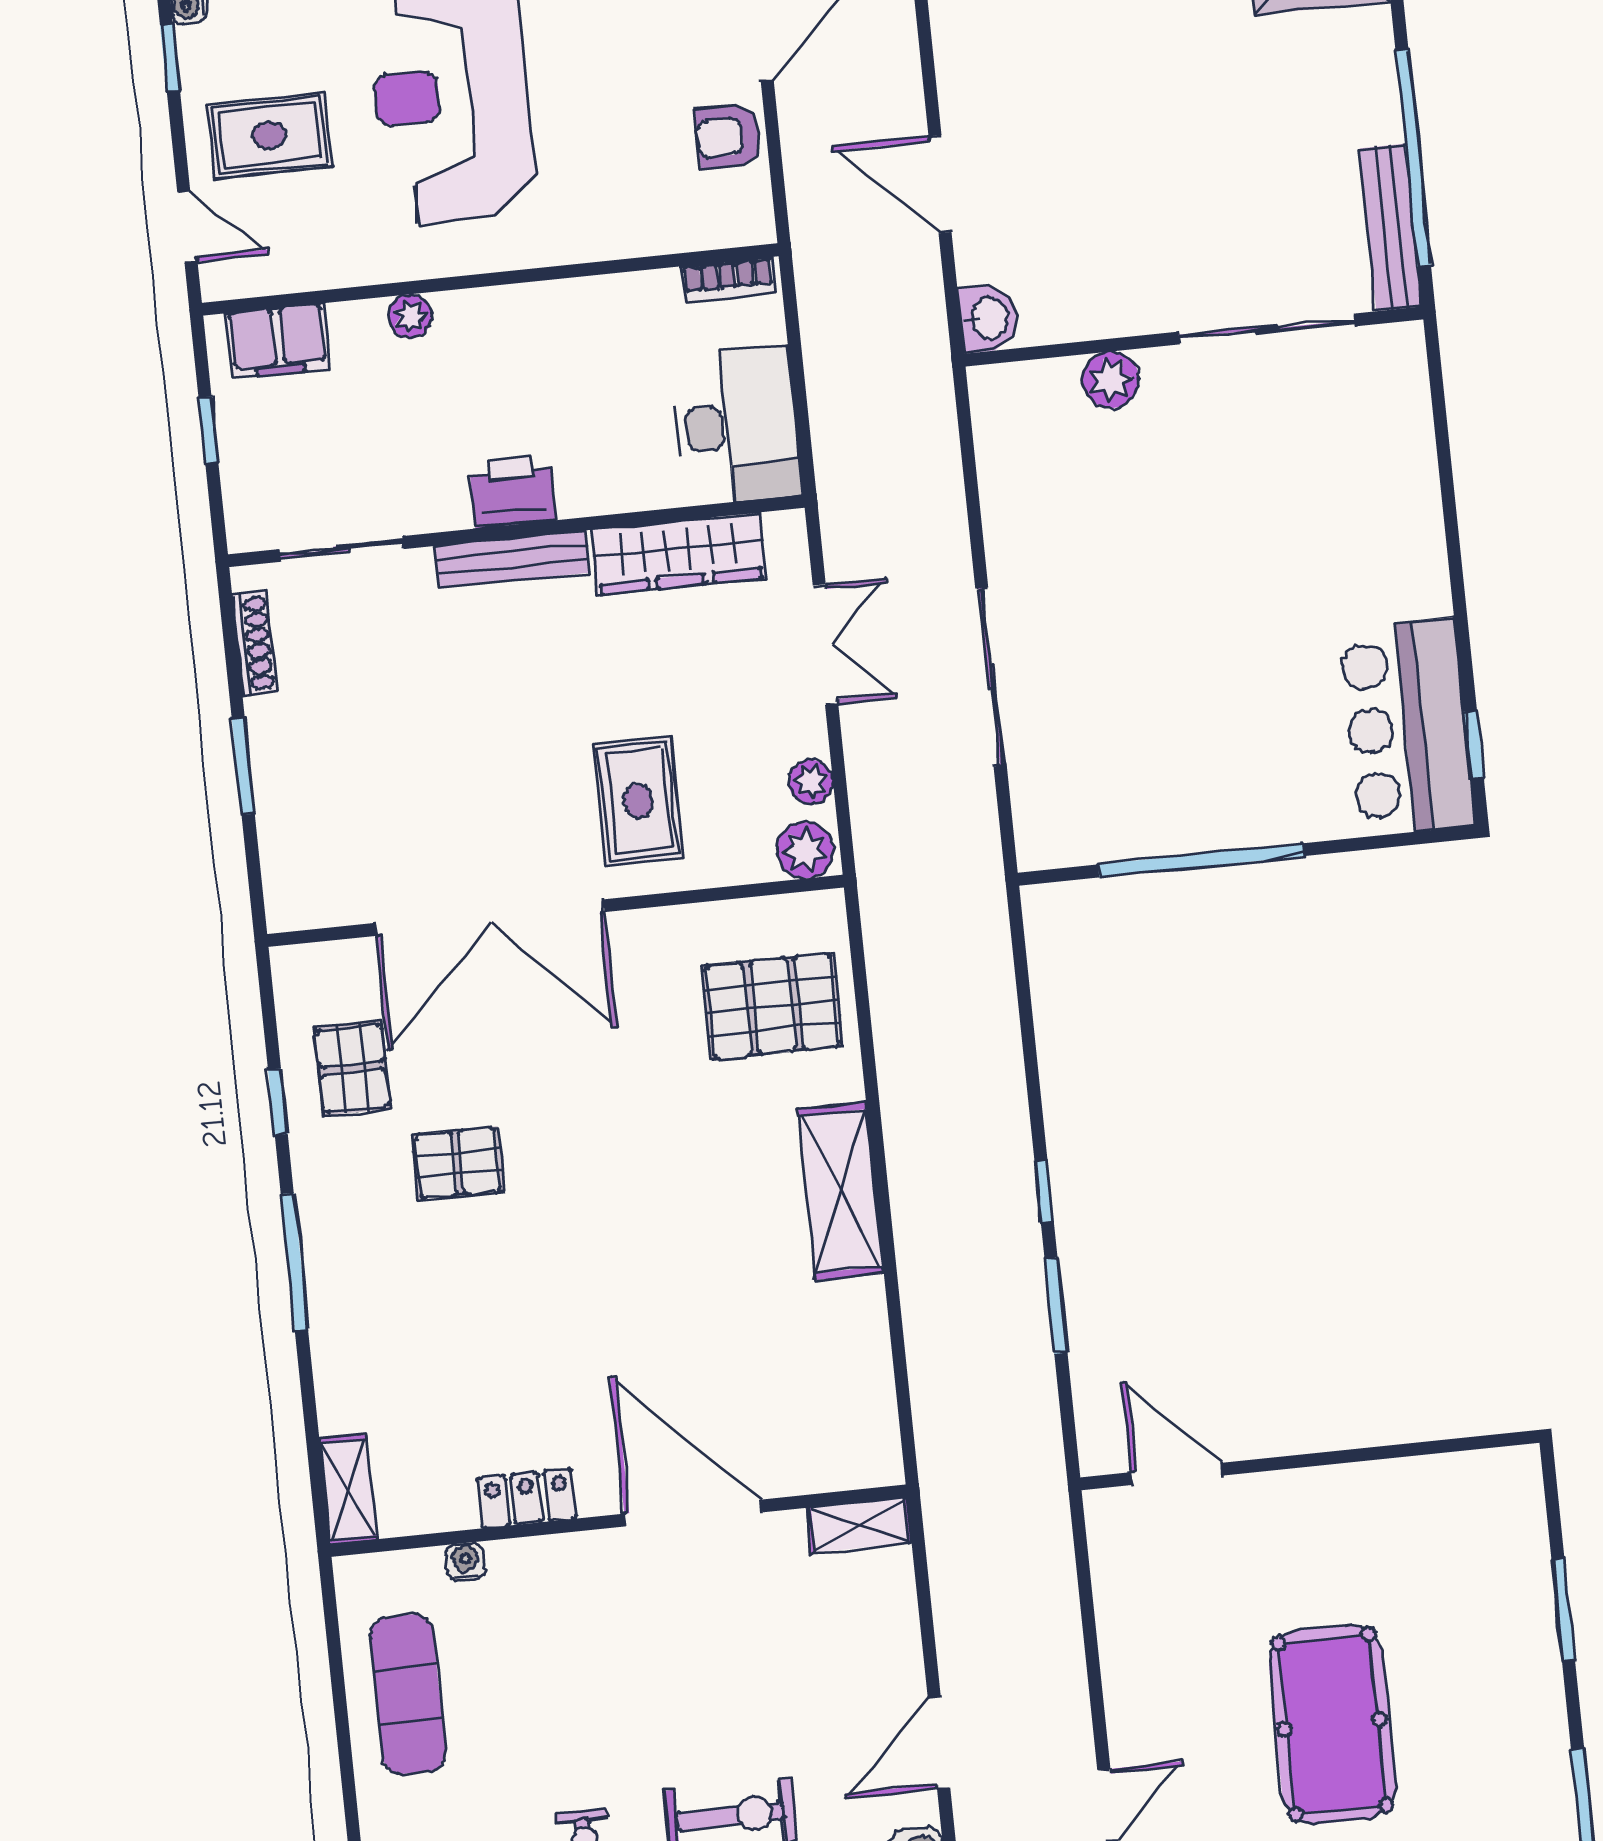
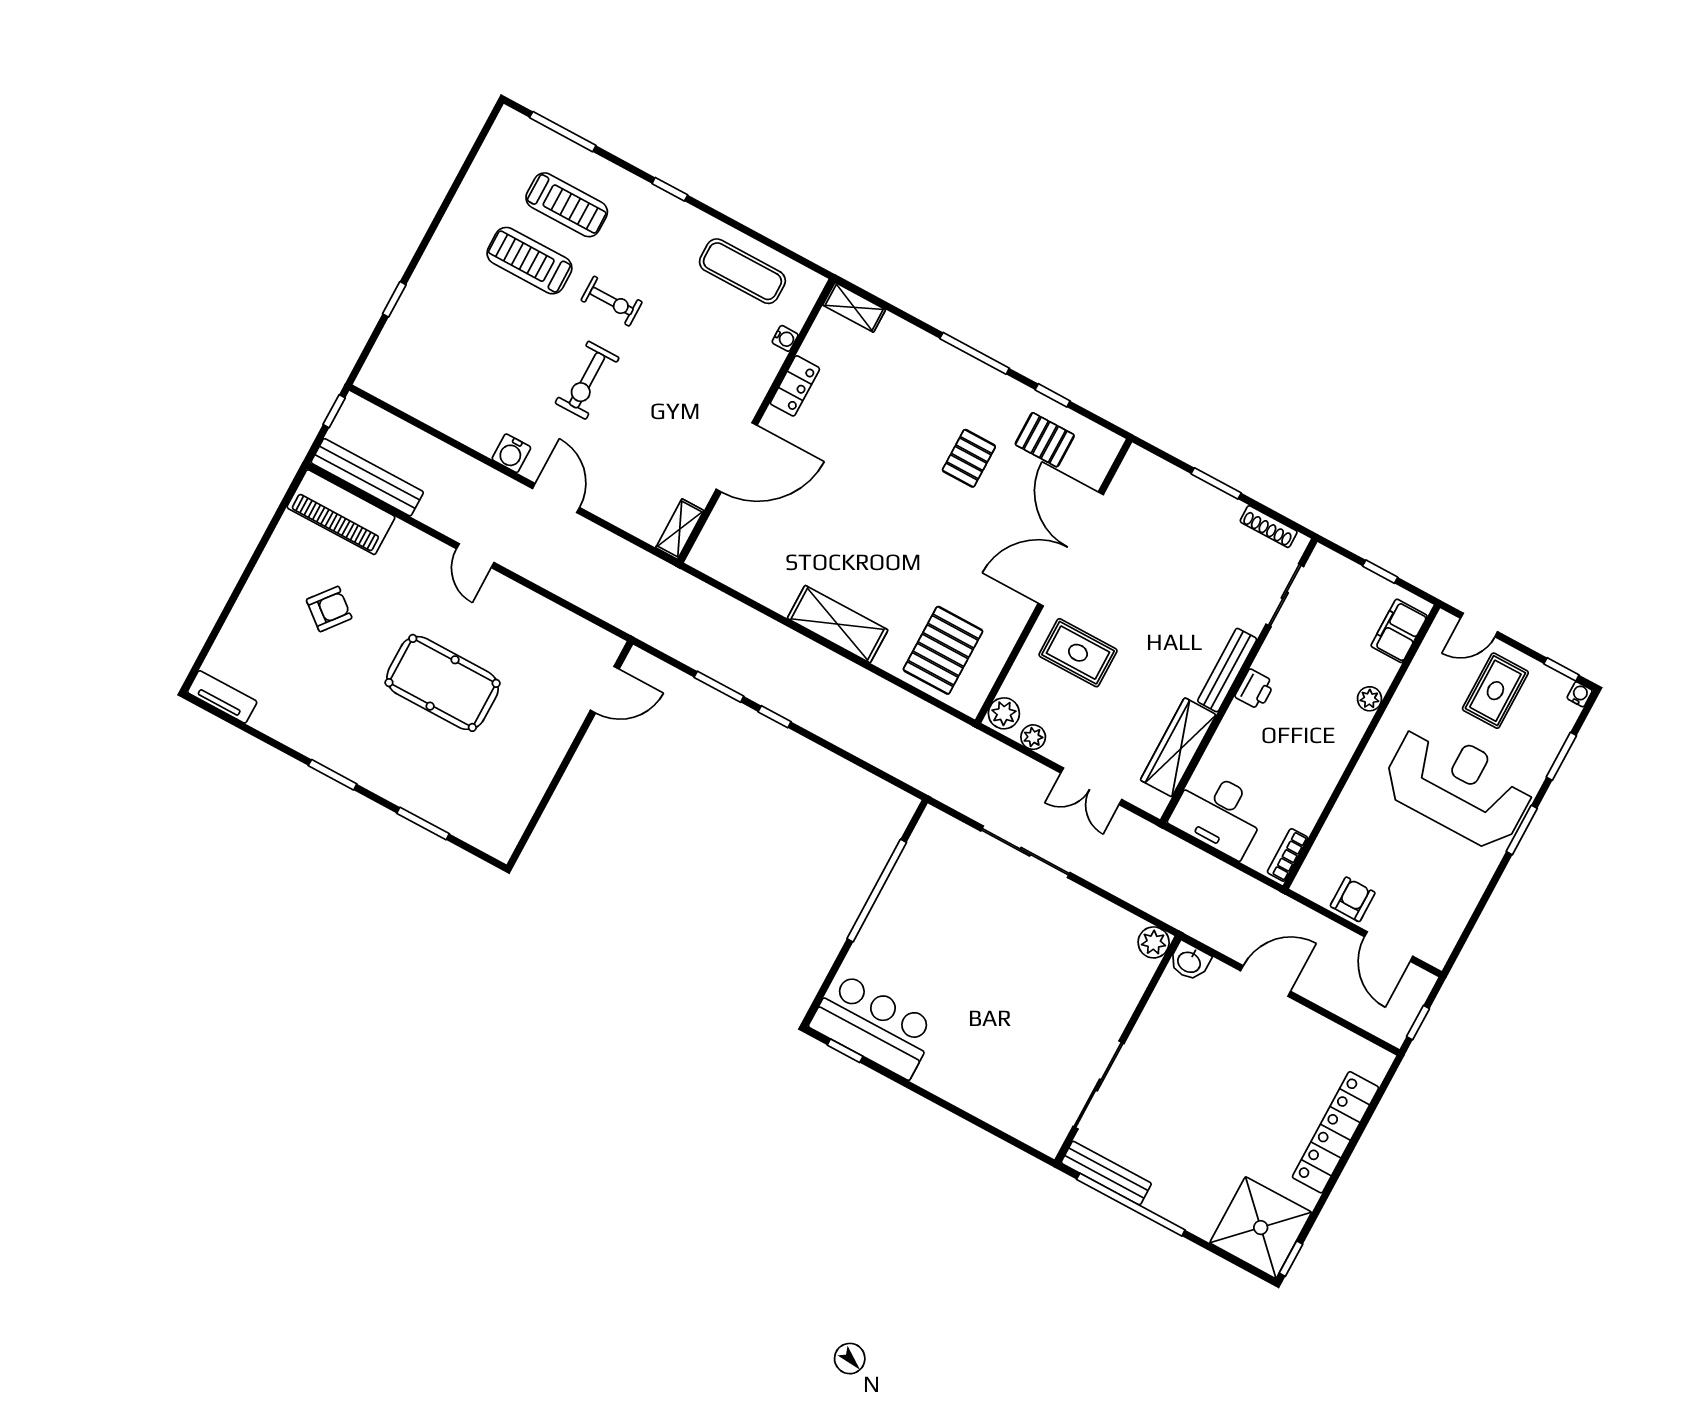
plant: (1111, 380) -> (1154, 942), moved
printer: (512, 491) -> (1255, 689), width x0.73, depth x0.81

